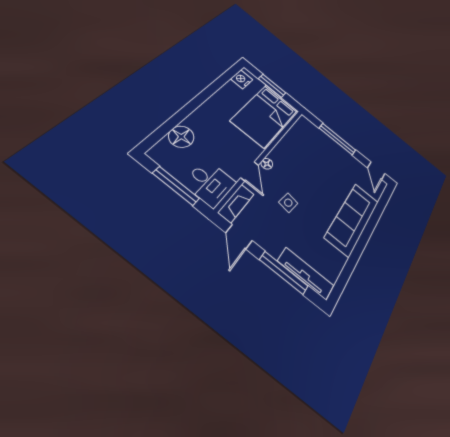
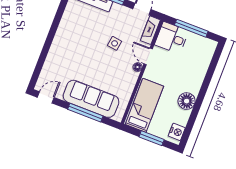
bed: (265, 115) -> (144, 105), width x0.67
floor lamp: (181, 137) -> (187, 101), moved
door: (376, 171) -> (46, 97), hinge flipped
sofa: (352, 219) -> (91, 99), moved, turned -90

